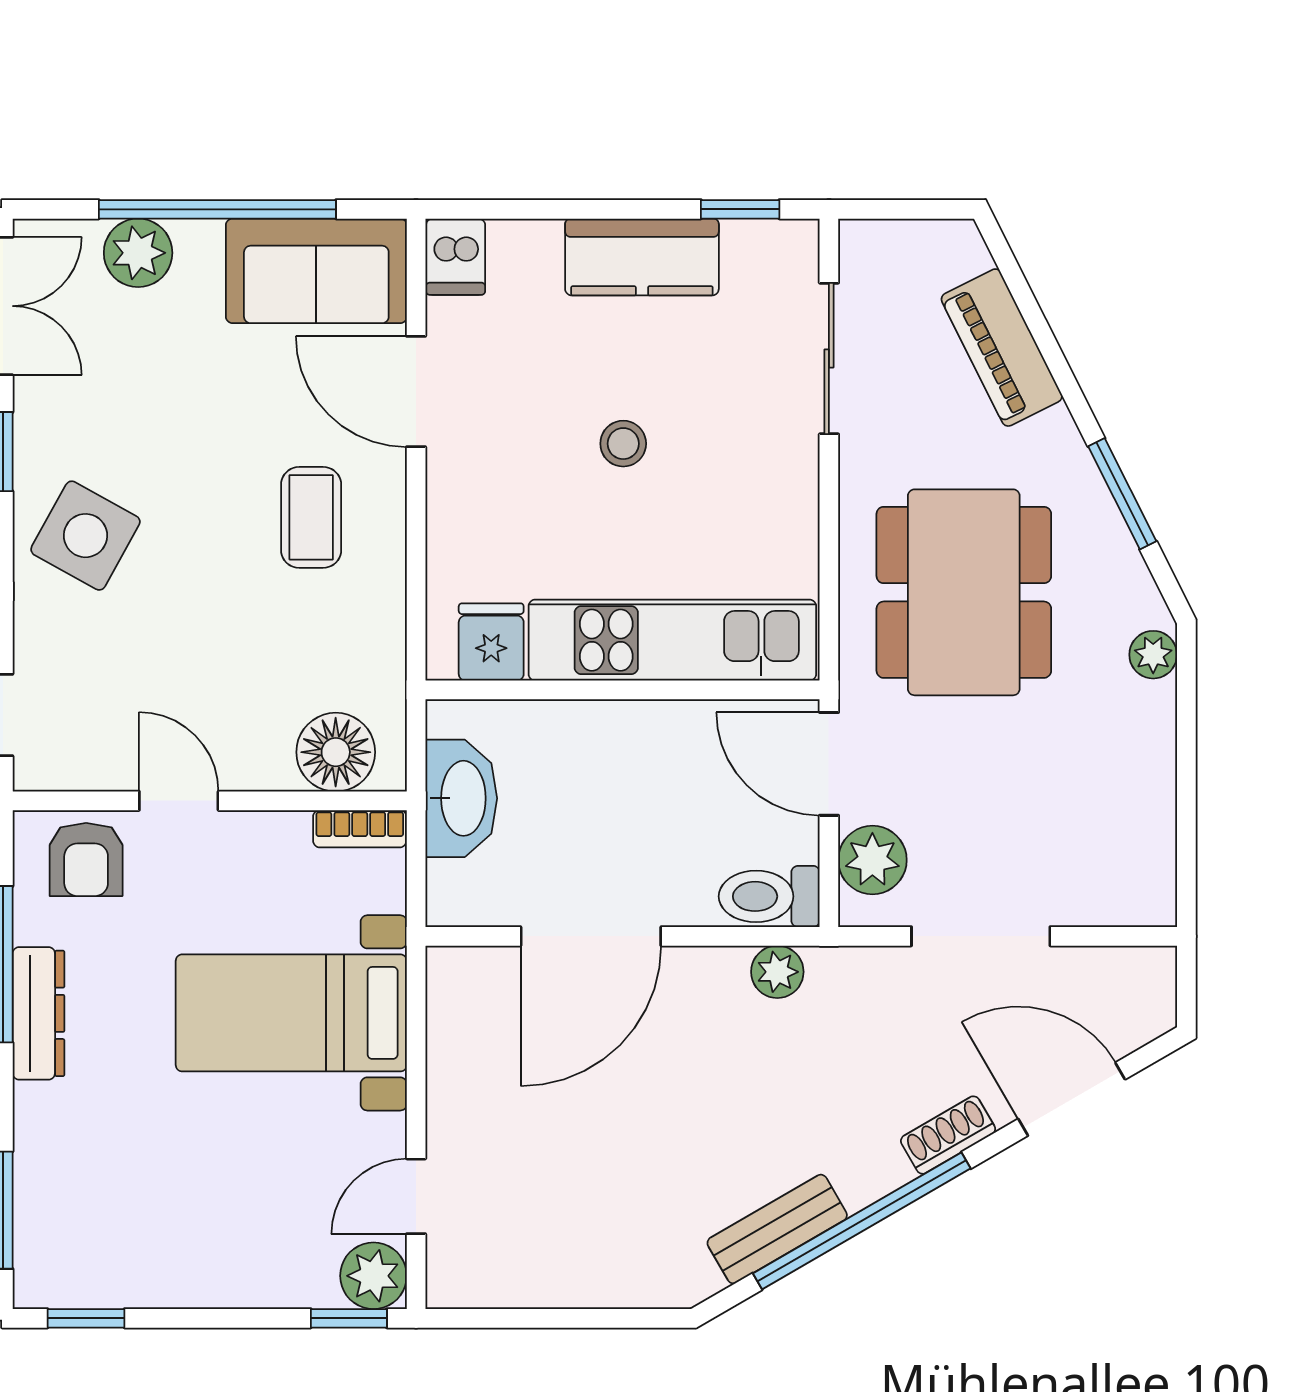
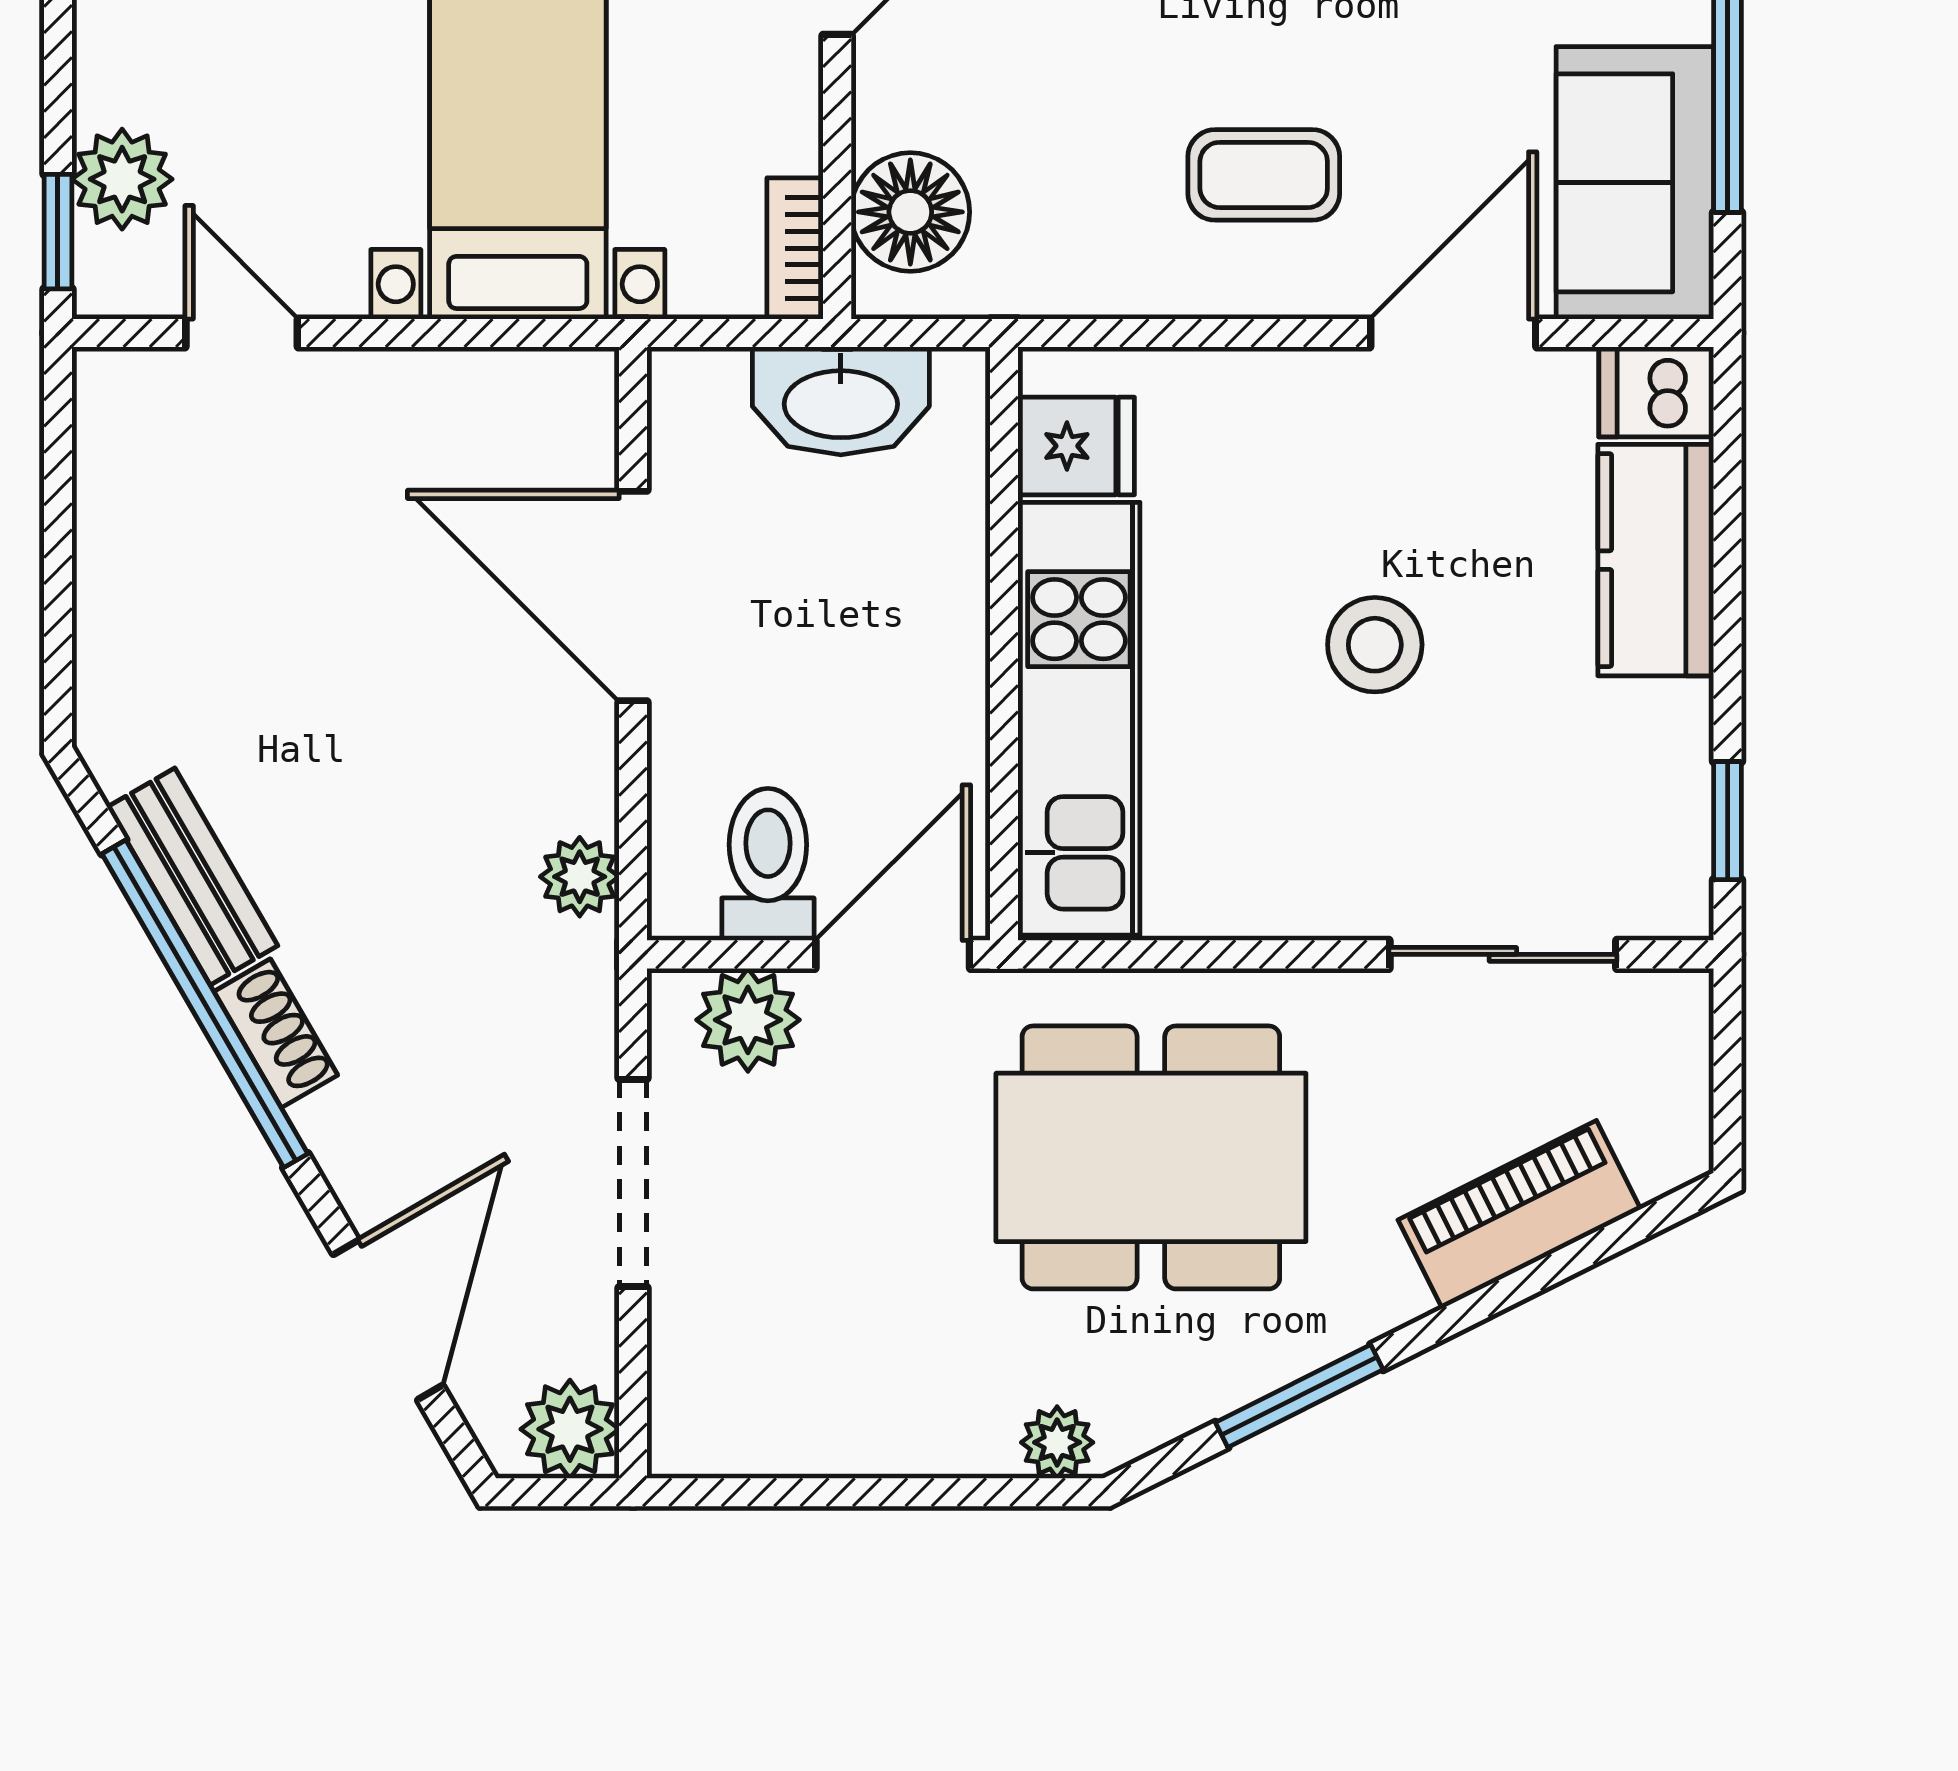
kitchen counter: (642, 257) -> (1656, 560), moved
stool: (623, 444) -> (1375, 645), width x1.37, depth x1.37
toilet: (769, 896) -> (768, 864), moved
plant: (1144, 978) -> (570, 1429), added
shoe rack: (948, 1135) -> (276, 1033), moved
plant: (373, 1276) -> (122, 179), moved

